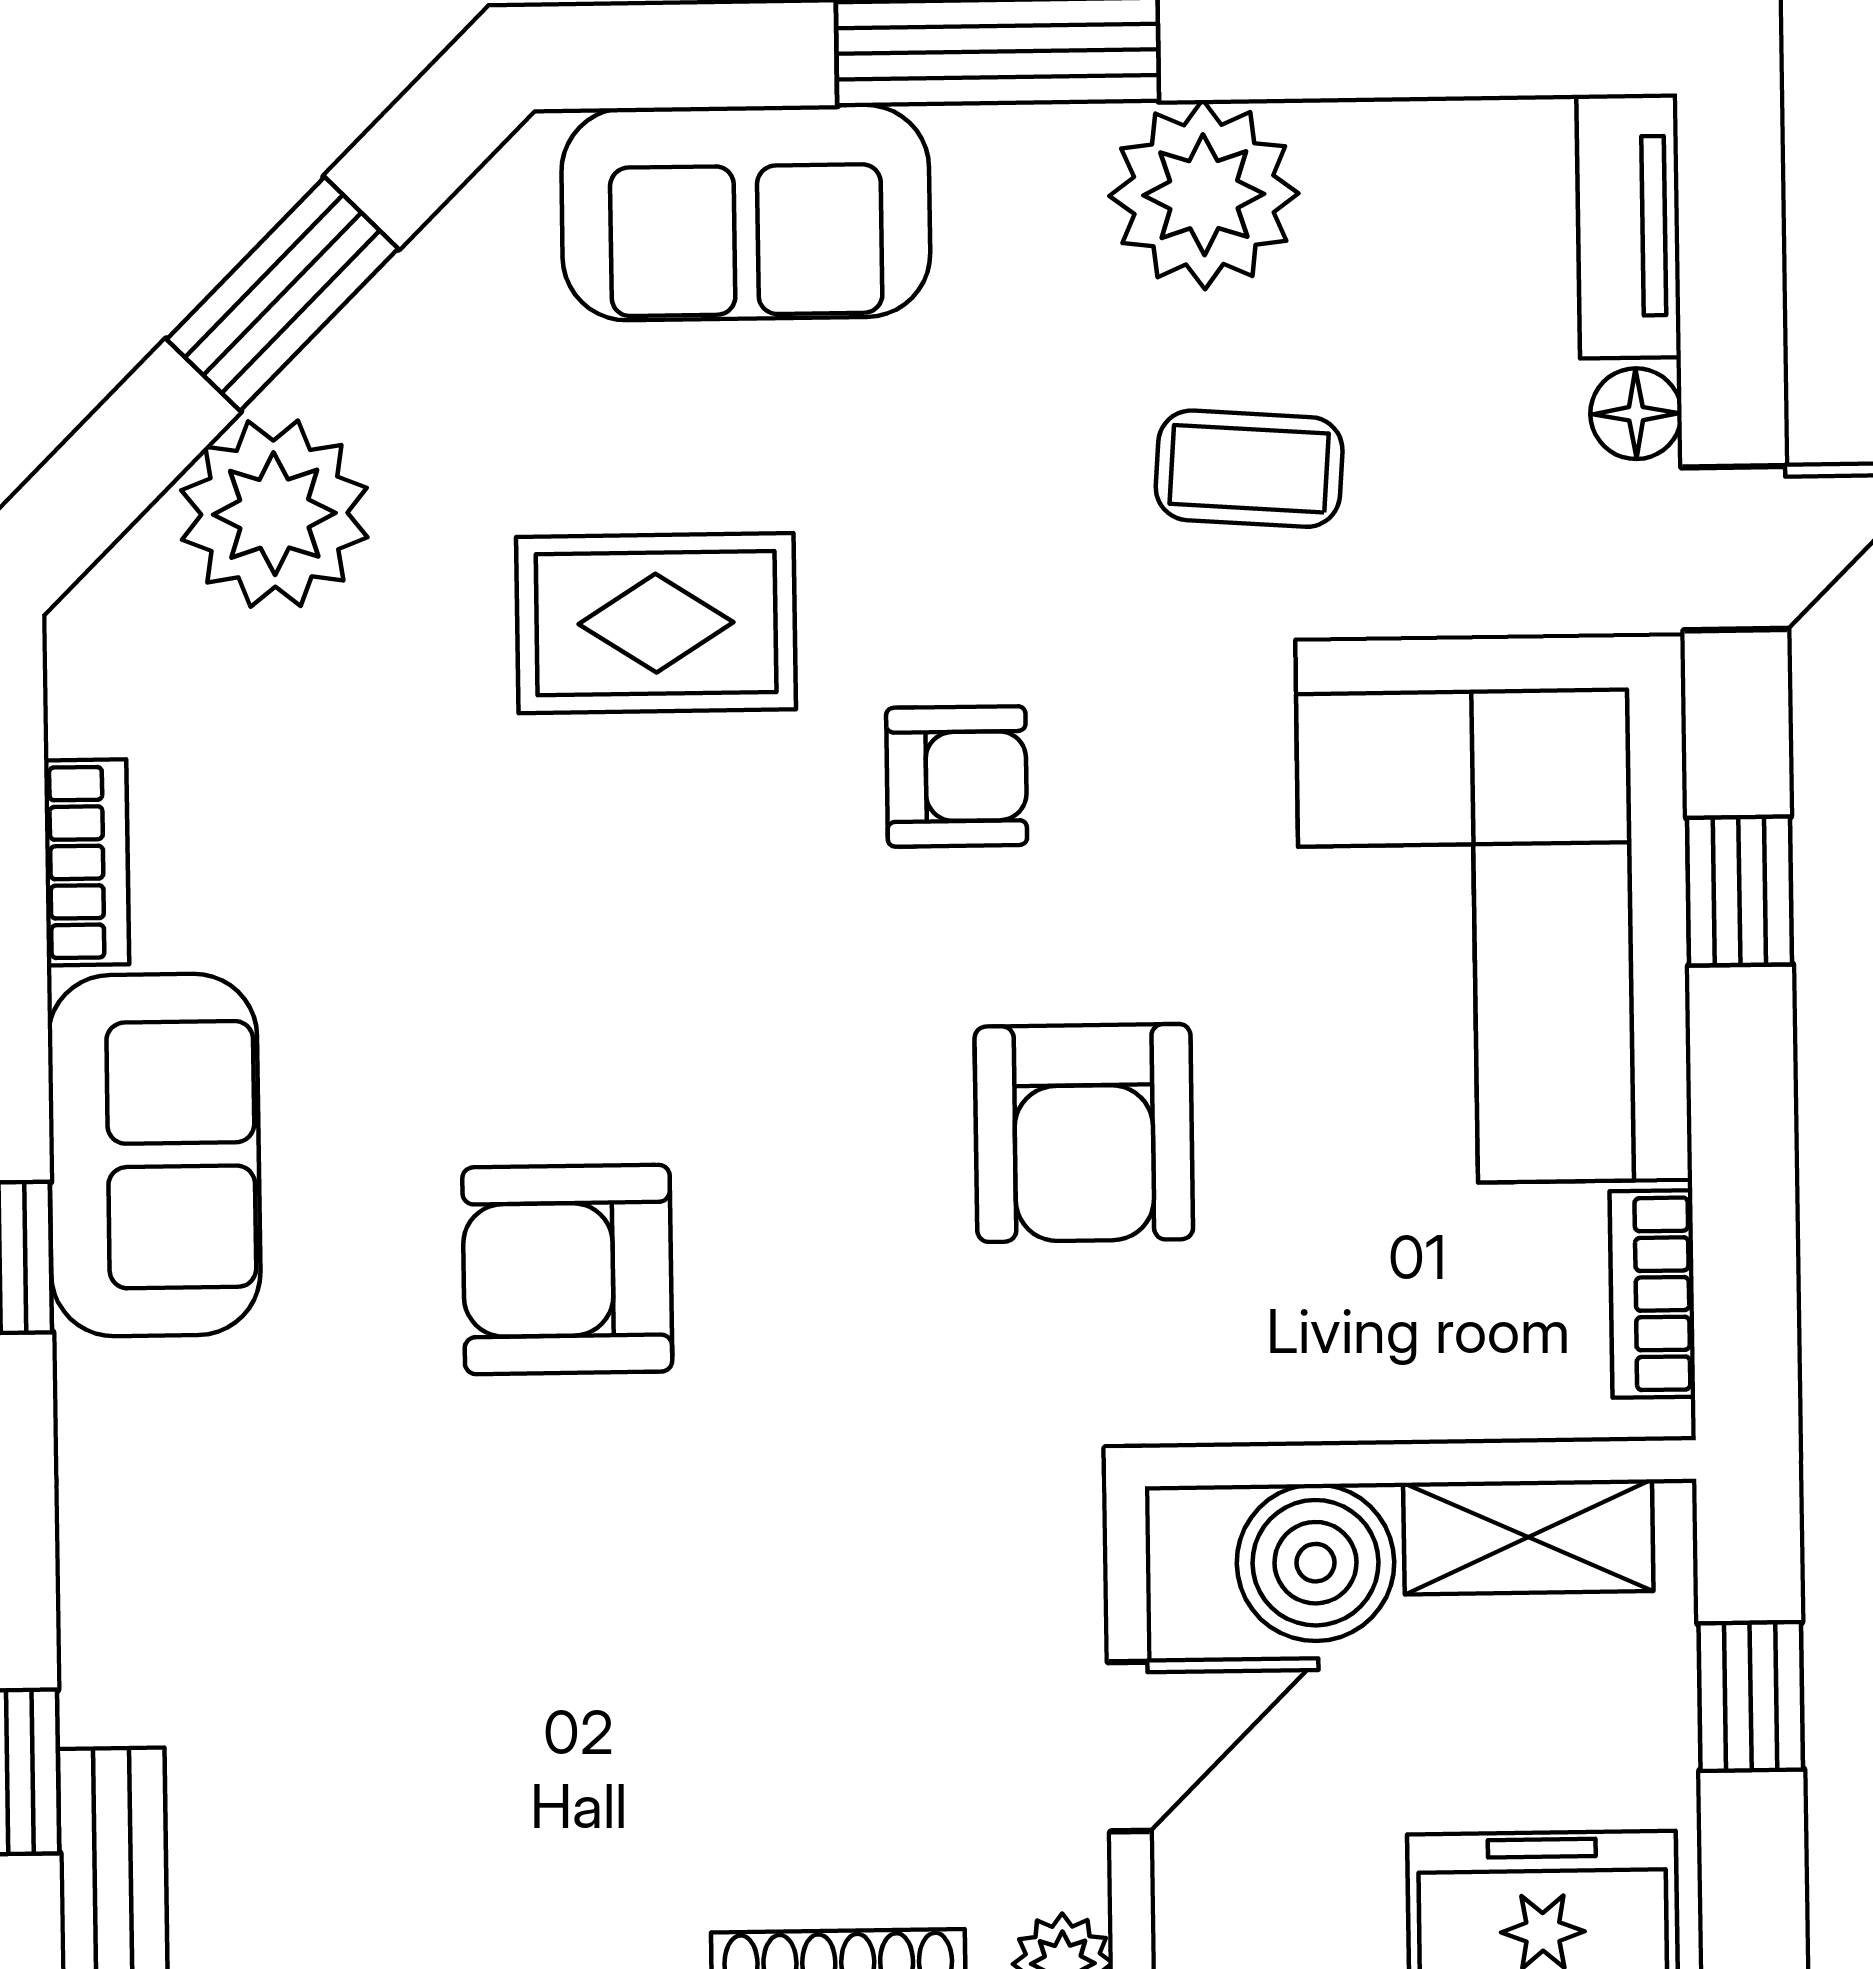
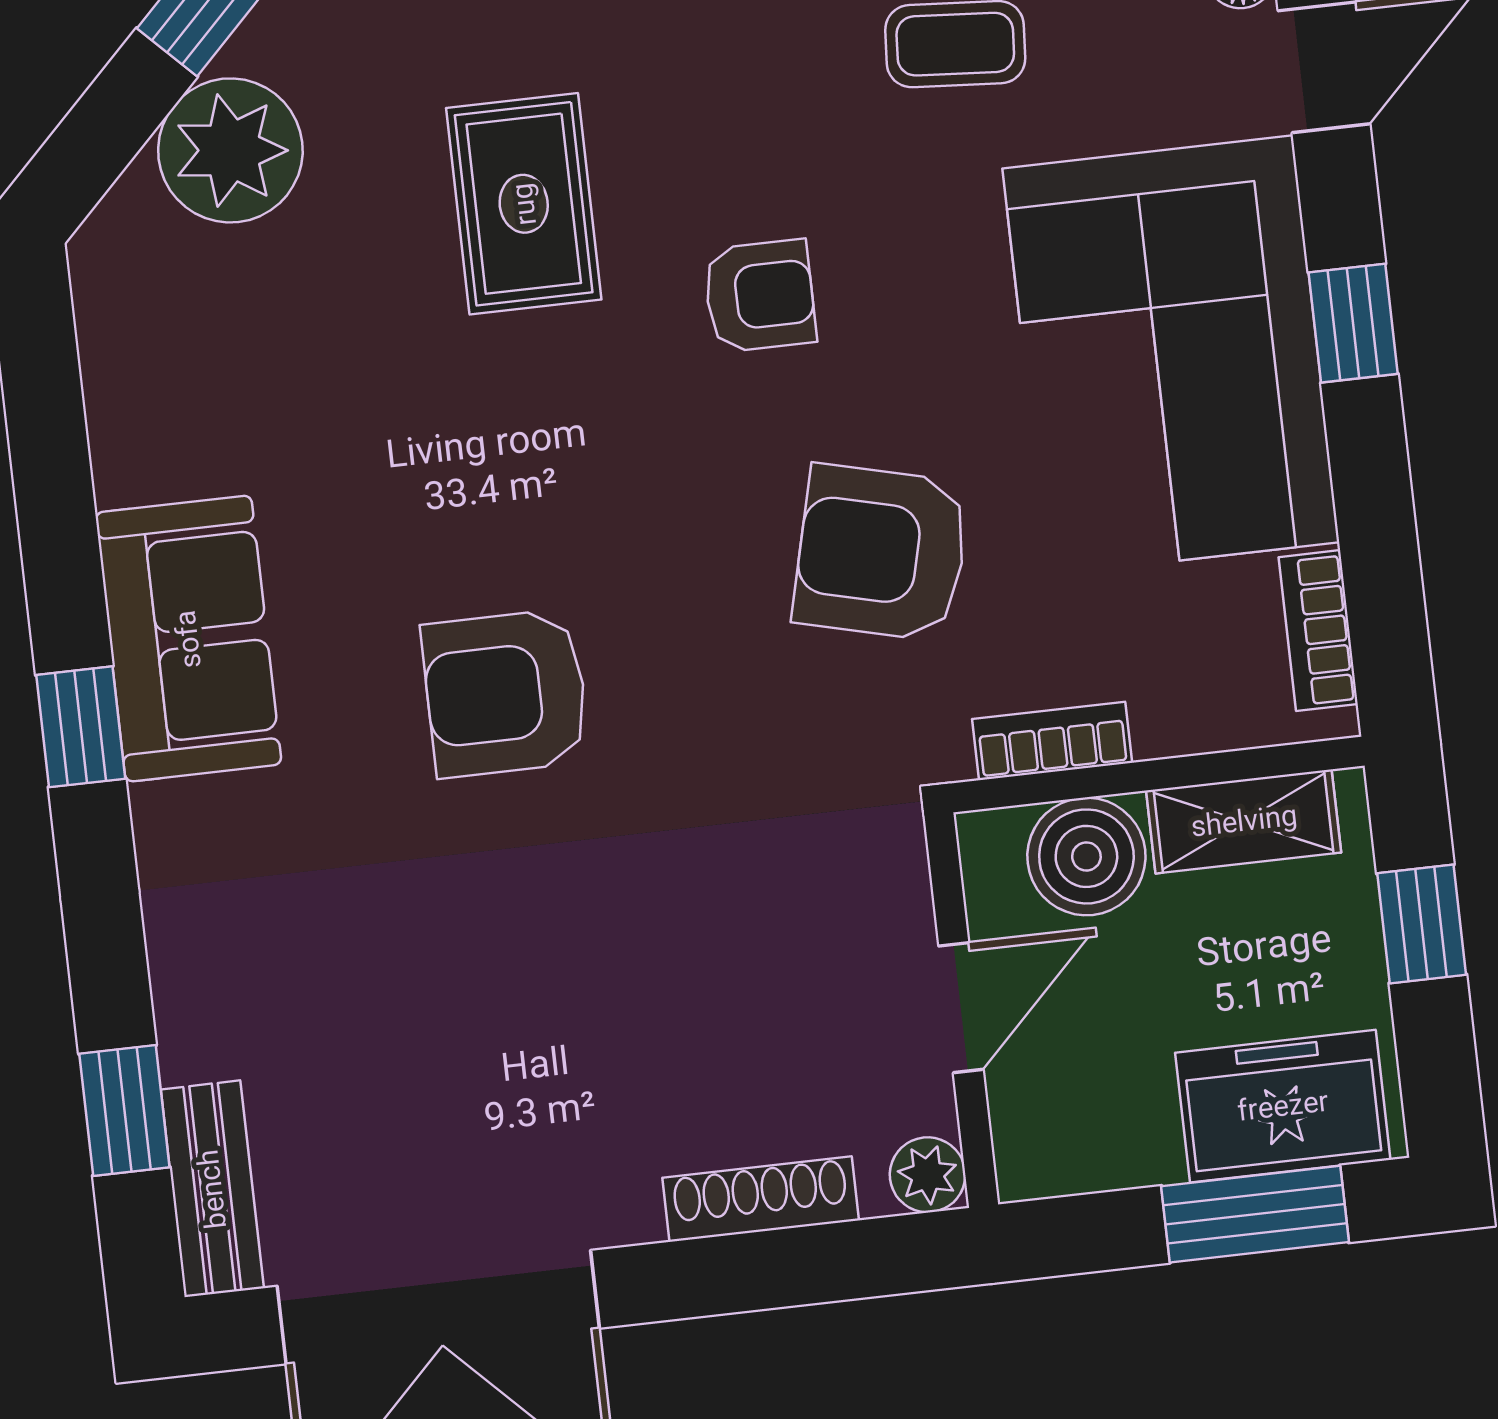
rug: (656, 623) -> (524, 204), turned 90
bookcase: (87, 862) -> (1052, 741), moved, turned -90
armchair: (1084, 1133) -> (881, 553), turned 104

